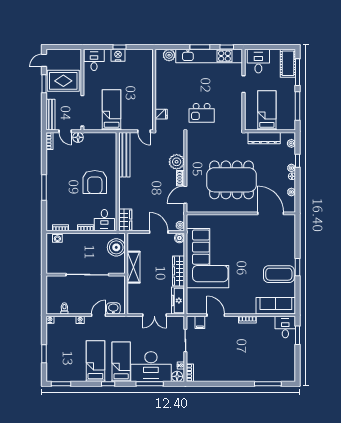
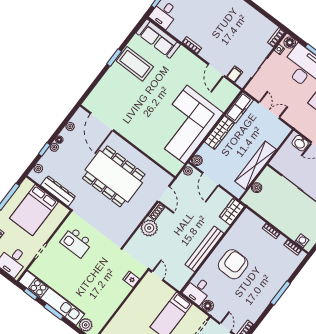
bed: (267, 110) -> (34, 210), width x1.50
kitchen island: (202, 113) -> (76, 242), moved, turned 180
floor lamp: (78, 137) -> (208, 306), moved
bench: (124, 155) -> (204, 249), moved
door: (185, 195) -> (163, 194), hinge flipped
desk: (104, 220) -> (198, 290), moved, turned 180
boiler: (116, 247) -> (257, 188), width x0.54, depth x0.54
shelving: (134, 267) -> (256, 165), width x1.47

